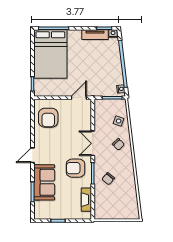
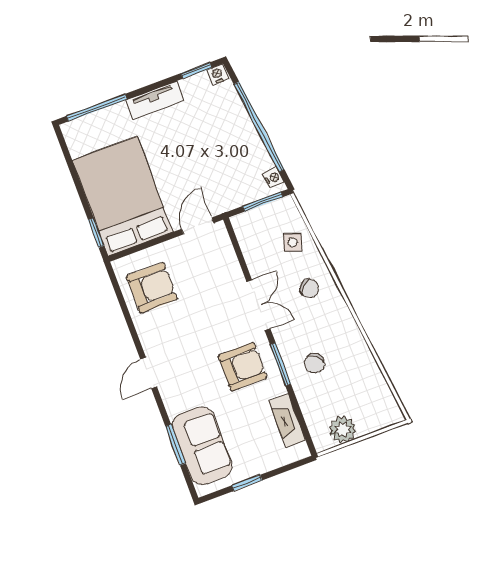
tv unit: (95, 35) -> (155, 100), moved
bed: (50, 54) -> (122, 196), moved, turned 180
armchair: (48, 118) -> (152, 288), turned -90
double door: (93, 143) -> (258, 305), swing flipped
armchair: (75, 168) -> (242, 367), turned 180
sofa: (44, 182) -> (202, 446), moved
plant: (110, 213) -> (343, 430), added

